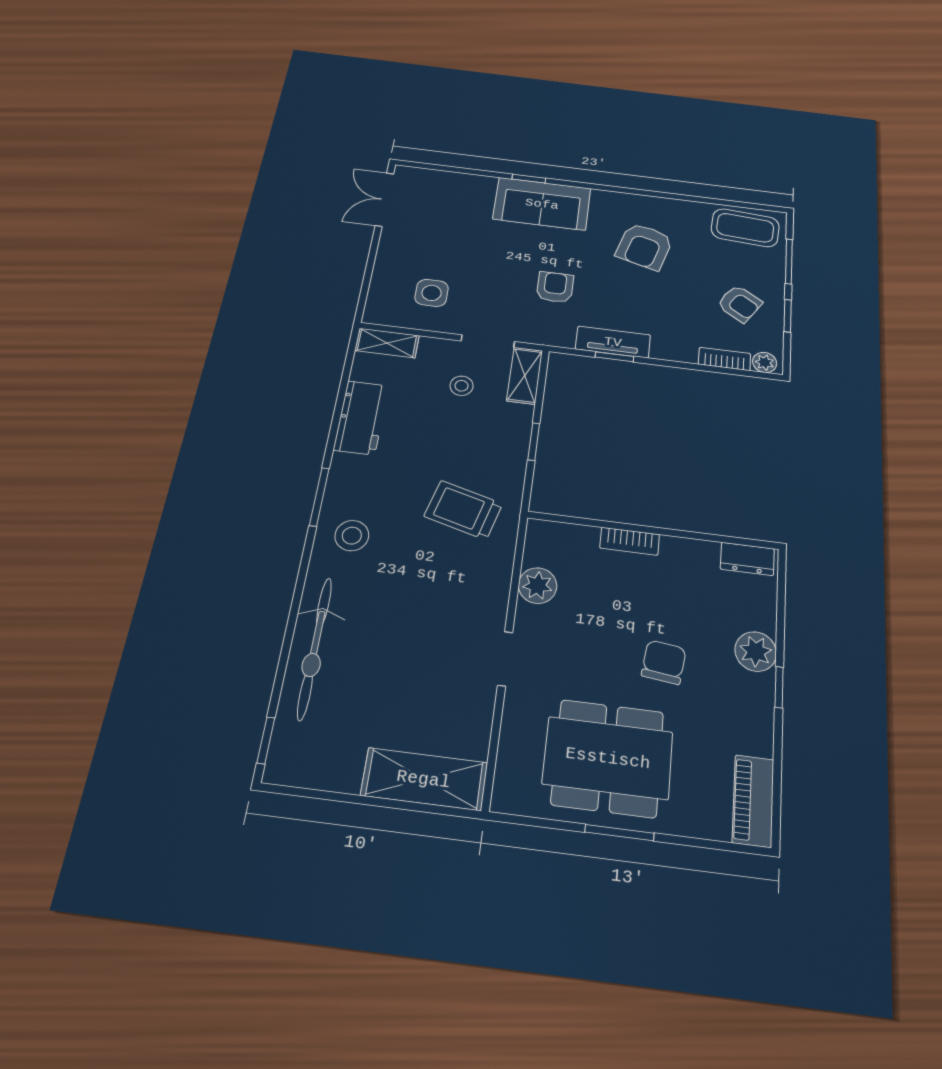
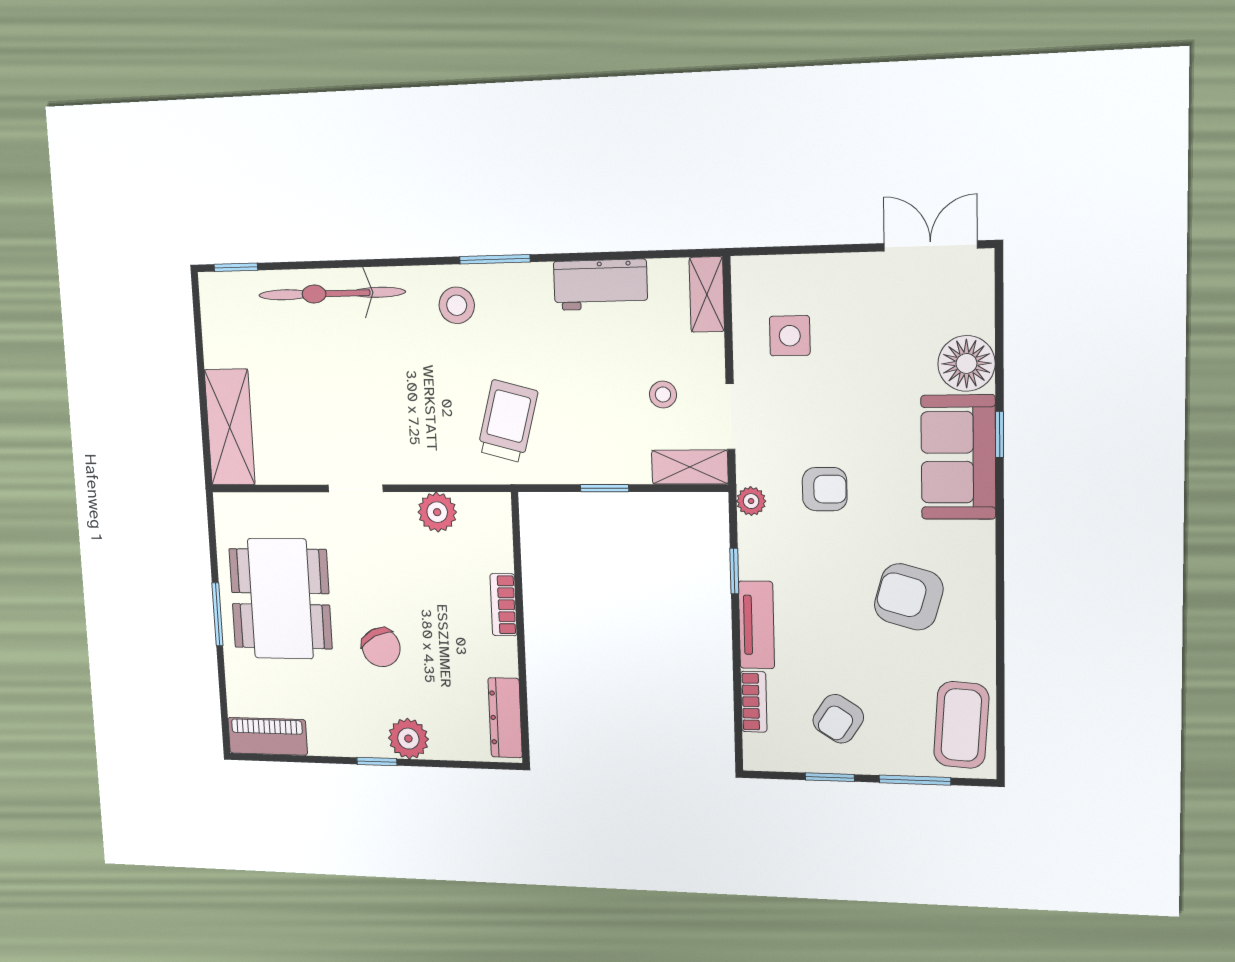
floor lamp: (474, 190) -> (966, 363), added
tv unit: (613, 342) -> (756, 625), moved
plant: (765, 362) -> (751, 501), moved
dresser: (747, 559) -> (505, 718), width x1.44
chair: (664, 662) -> (381, 647), turned 56

